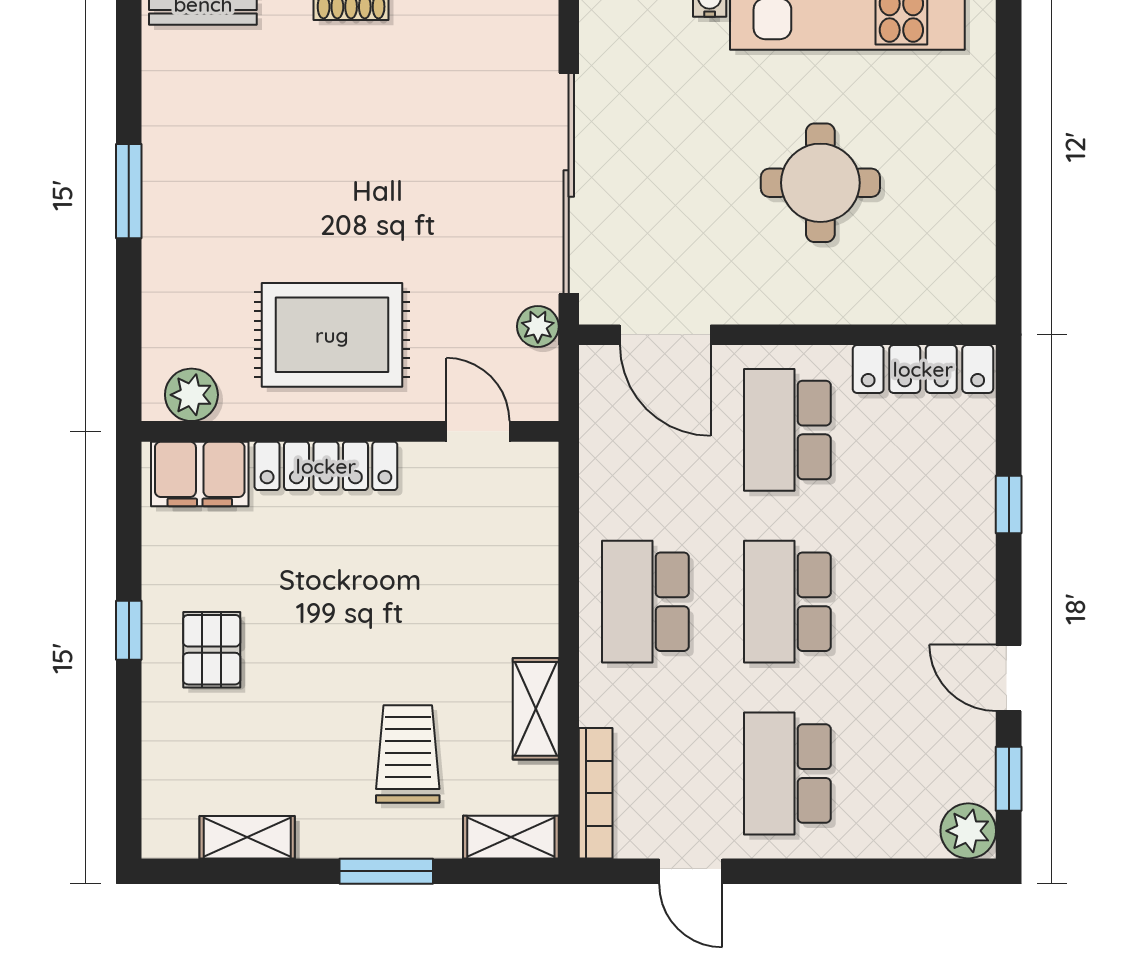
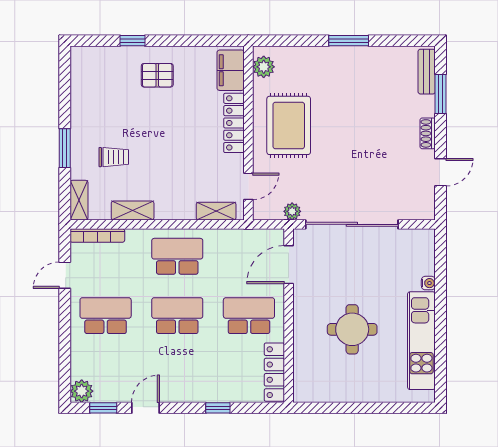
window: (129, 630) -> (133, 41), moved
trolley: (408, 754) -> (114, 157), width x0.73, depth x0.72
shelving: (247, 837) -> (216, 211), moved, turned 90

